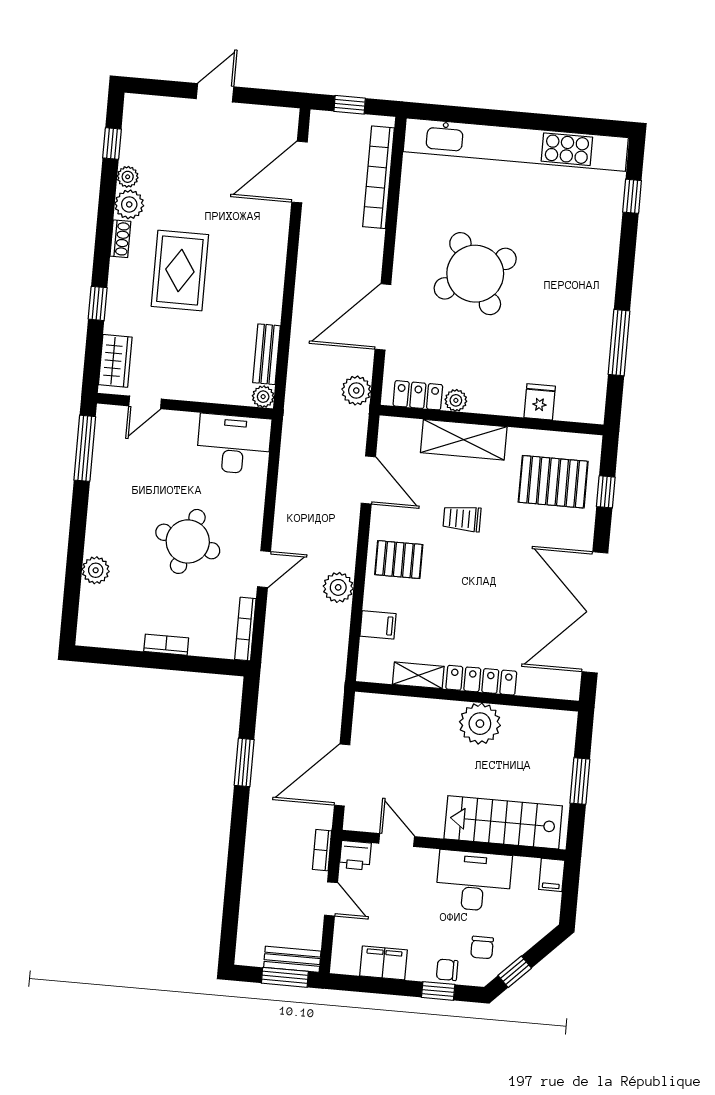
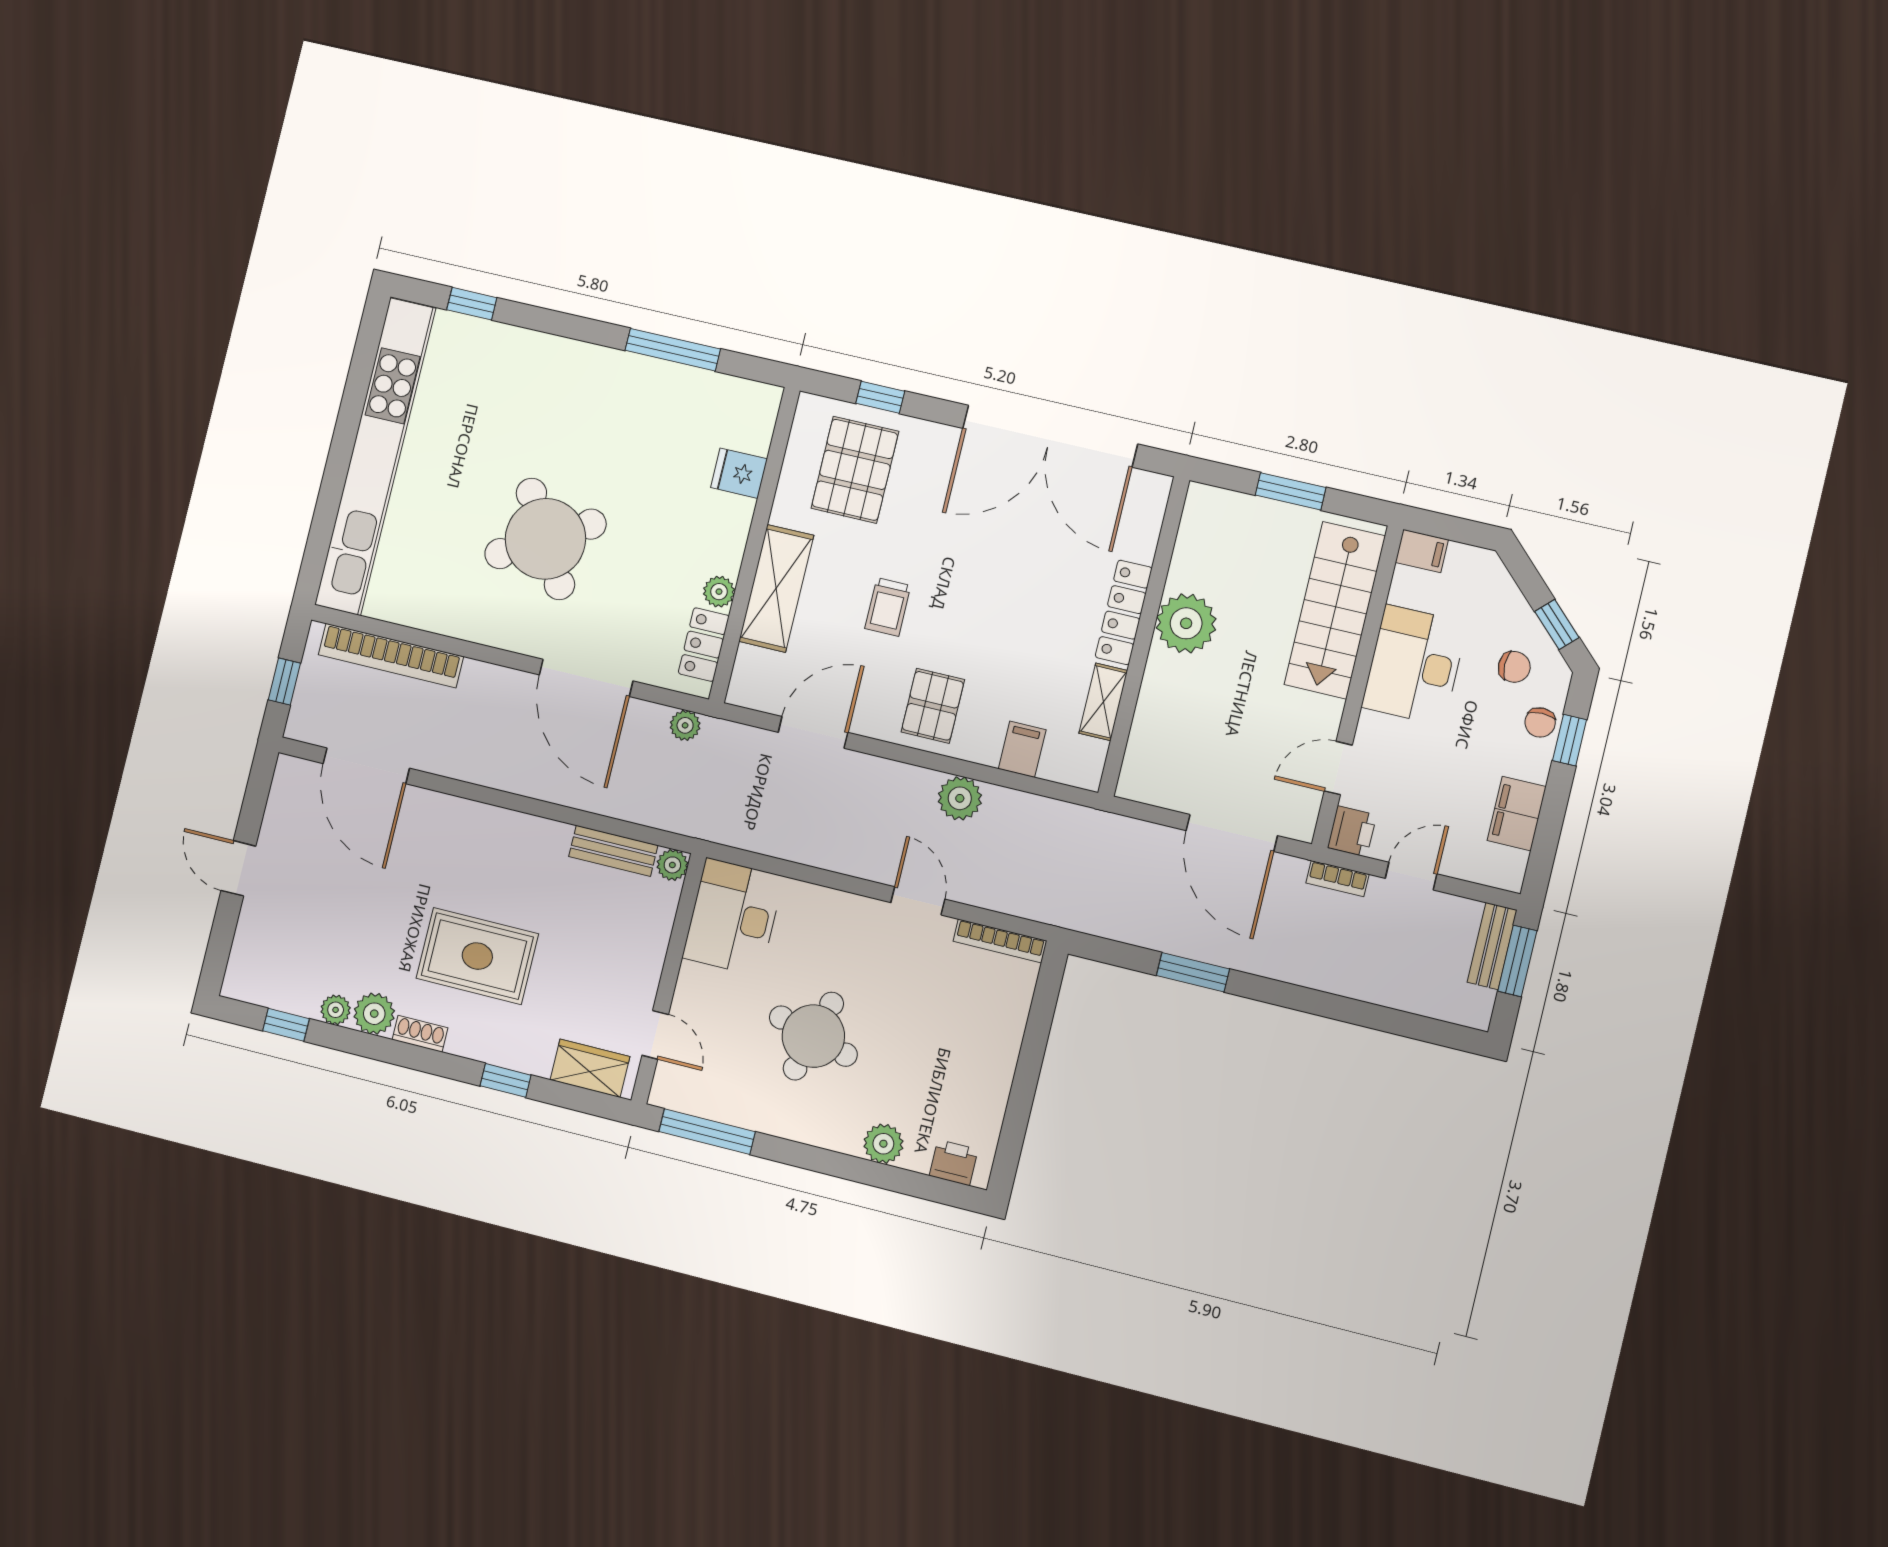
plant: (356, 390) -> (685, 725), width x0.73, depth x0.73
round table: (188, 541) -> (813, 1036), moved
printer: (90, 620) -> (954, 1163), added
bookcase: (166, 645) -> (1006, 1059), removed

